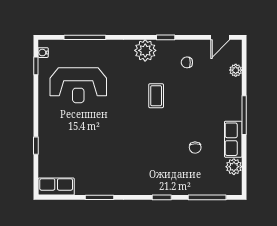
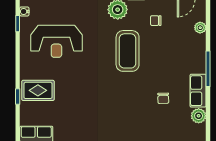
coffee table: (156, 96) -> (128, 51), width x1.86, depth x1.72
rug: (58, 139) -> (38, 90), added

